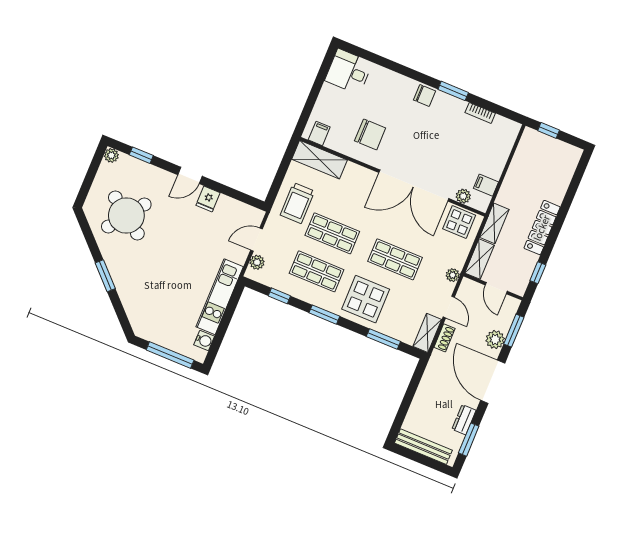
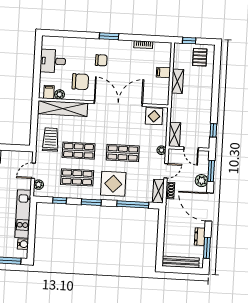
desk: (349, 72) -> (53, 61), moved
window: (453, 91) -> (109, 36), moved
chair: (424, 95) -> (101, 60), moved
shelving: (320, 160) -> (63, 108), width x1.47
pallet: (555, 160) -> (200, 57), added
filing cabinet: (486, 185) -> (163, 72), moved
double door: (414, 186) -> (118, 104), swing flipped
plant: (463, 196) -> (59, 94), moved
trolley: (297, 203) -> (51, 140), turned 180
shelving: (494, 223) -> (177, 81), moved
locker: (542, 228) -> (206, 102), removed
door: (449, 307) -> (166, 171), hinge flipped
window: (383, 339) -> (133, 204), width x1.44

